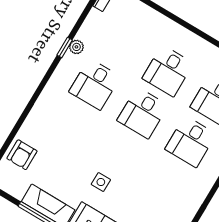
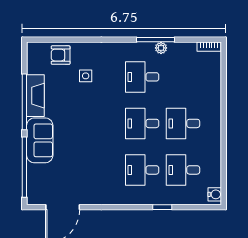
window: (65, 47) -> (156, 40), width x2.17
side table: (101, 182) -> (86, 76), moved

